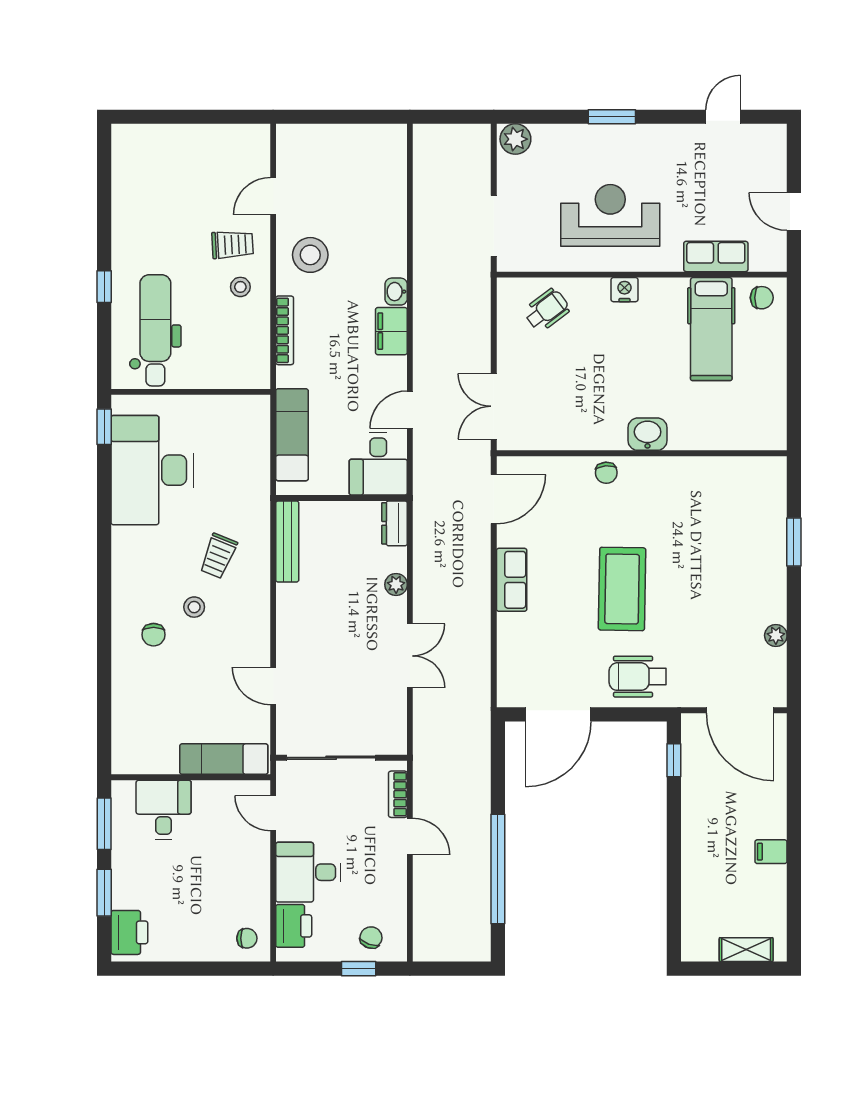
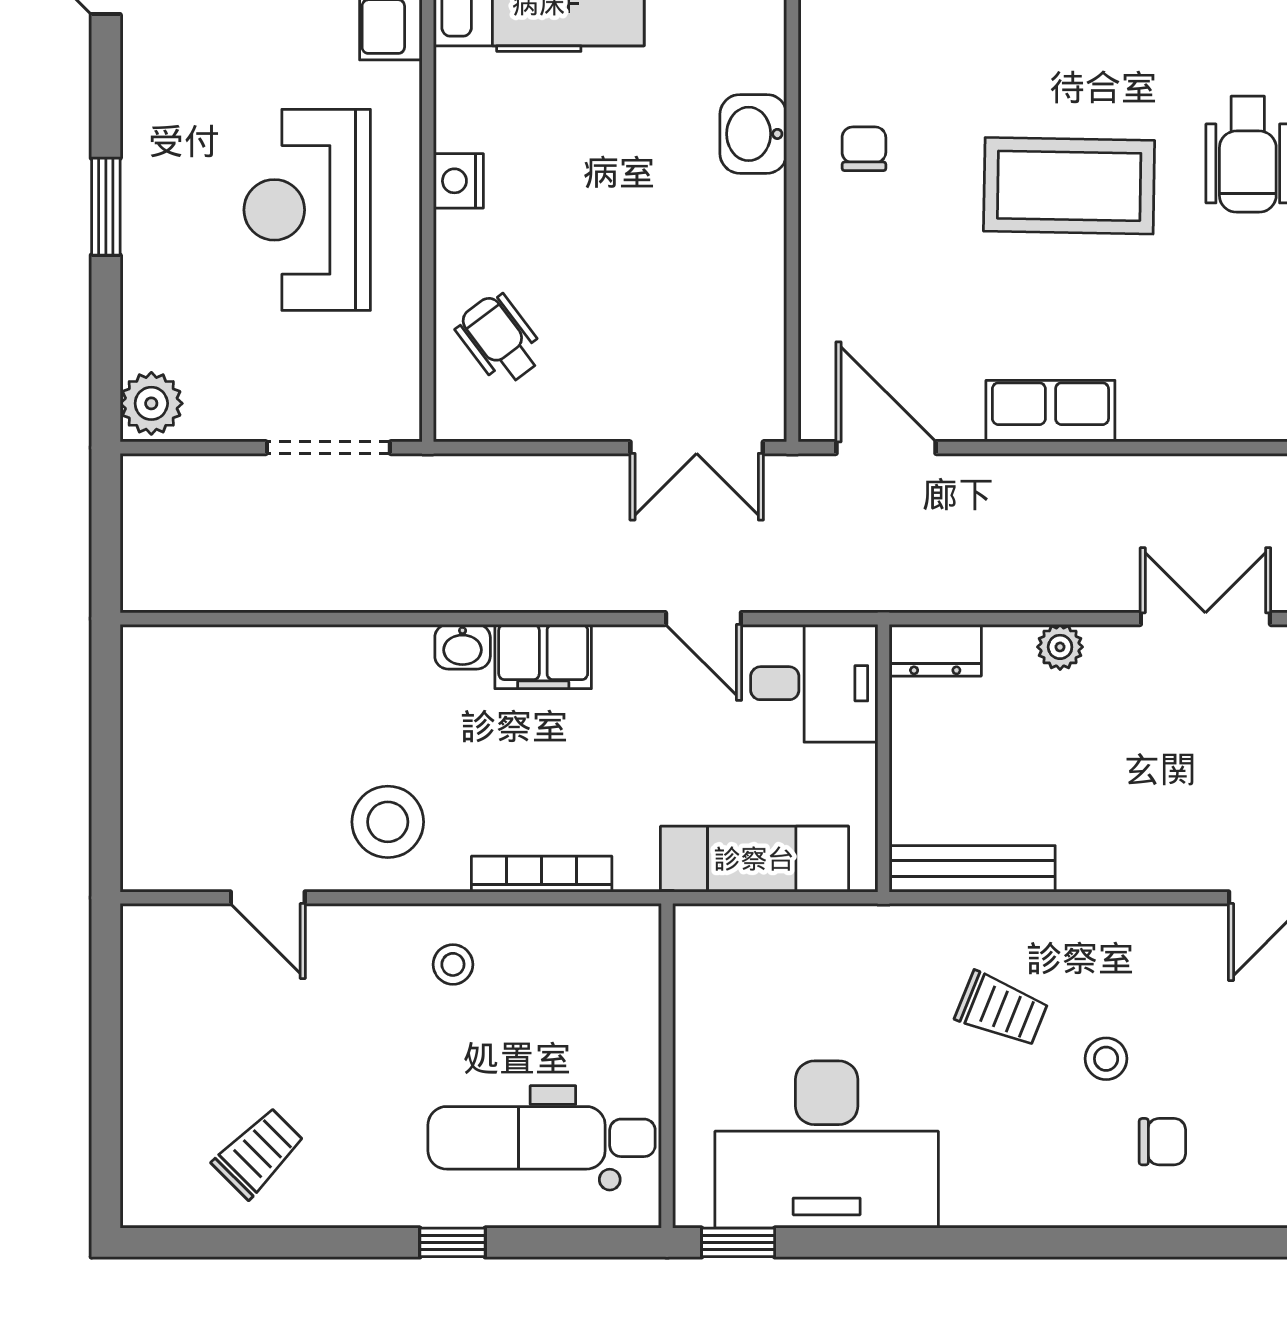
trolley: (233, 245) -> (258, 1153), moved, turned 48
chair: (606, 473) -> (864, 149), moved, turned -85

